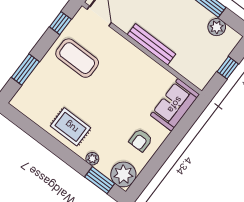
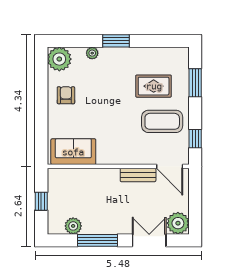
bench: (151, 44) -> (138, 175), moved, width x0.73
sofa: (175, 105) -> (73, 152), moved, turned -90
rug: (71, 127) -> (154, 86), moved
window: (100, 180) -> (116, 41), moved

